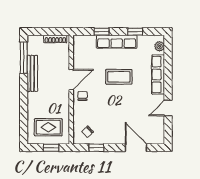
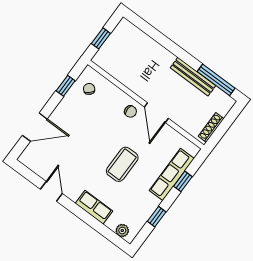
row of seats: (117, 42) -> (172, 174), moved
row of seats: (158, 74) -> (94, 207), width x0.68
rug: (48, 127) -> (124, 51), removed

